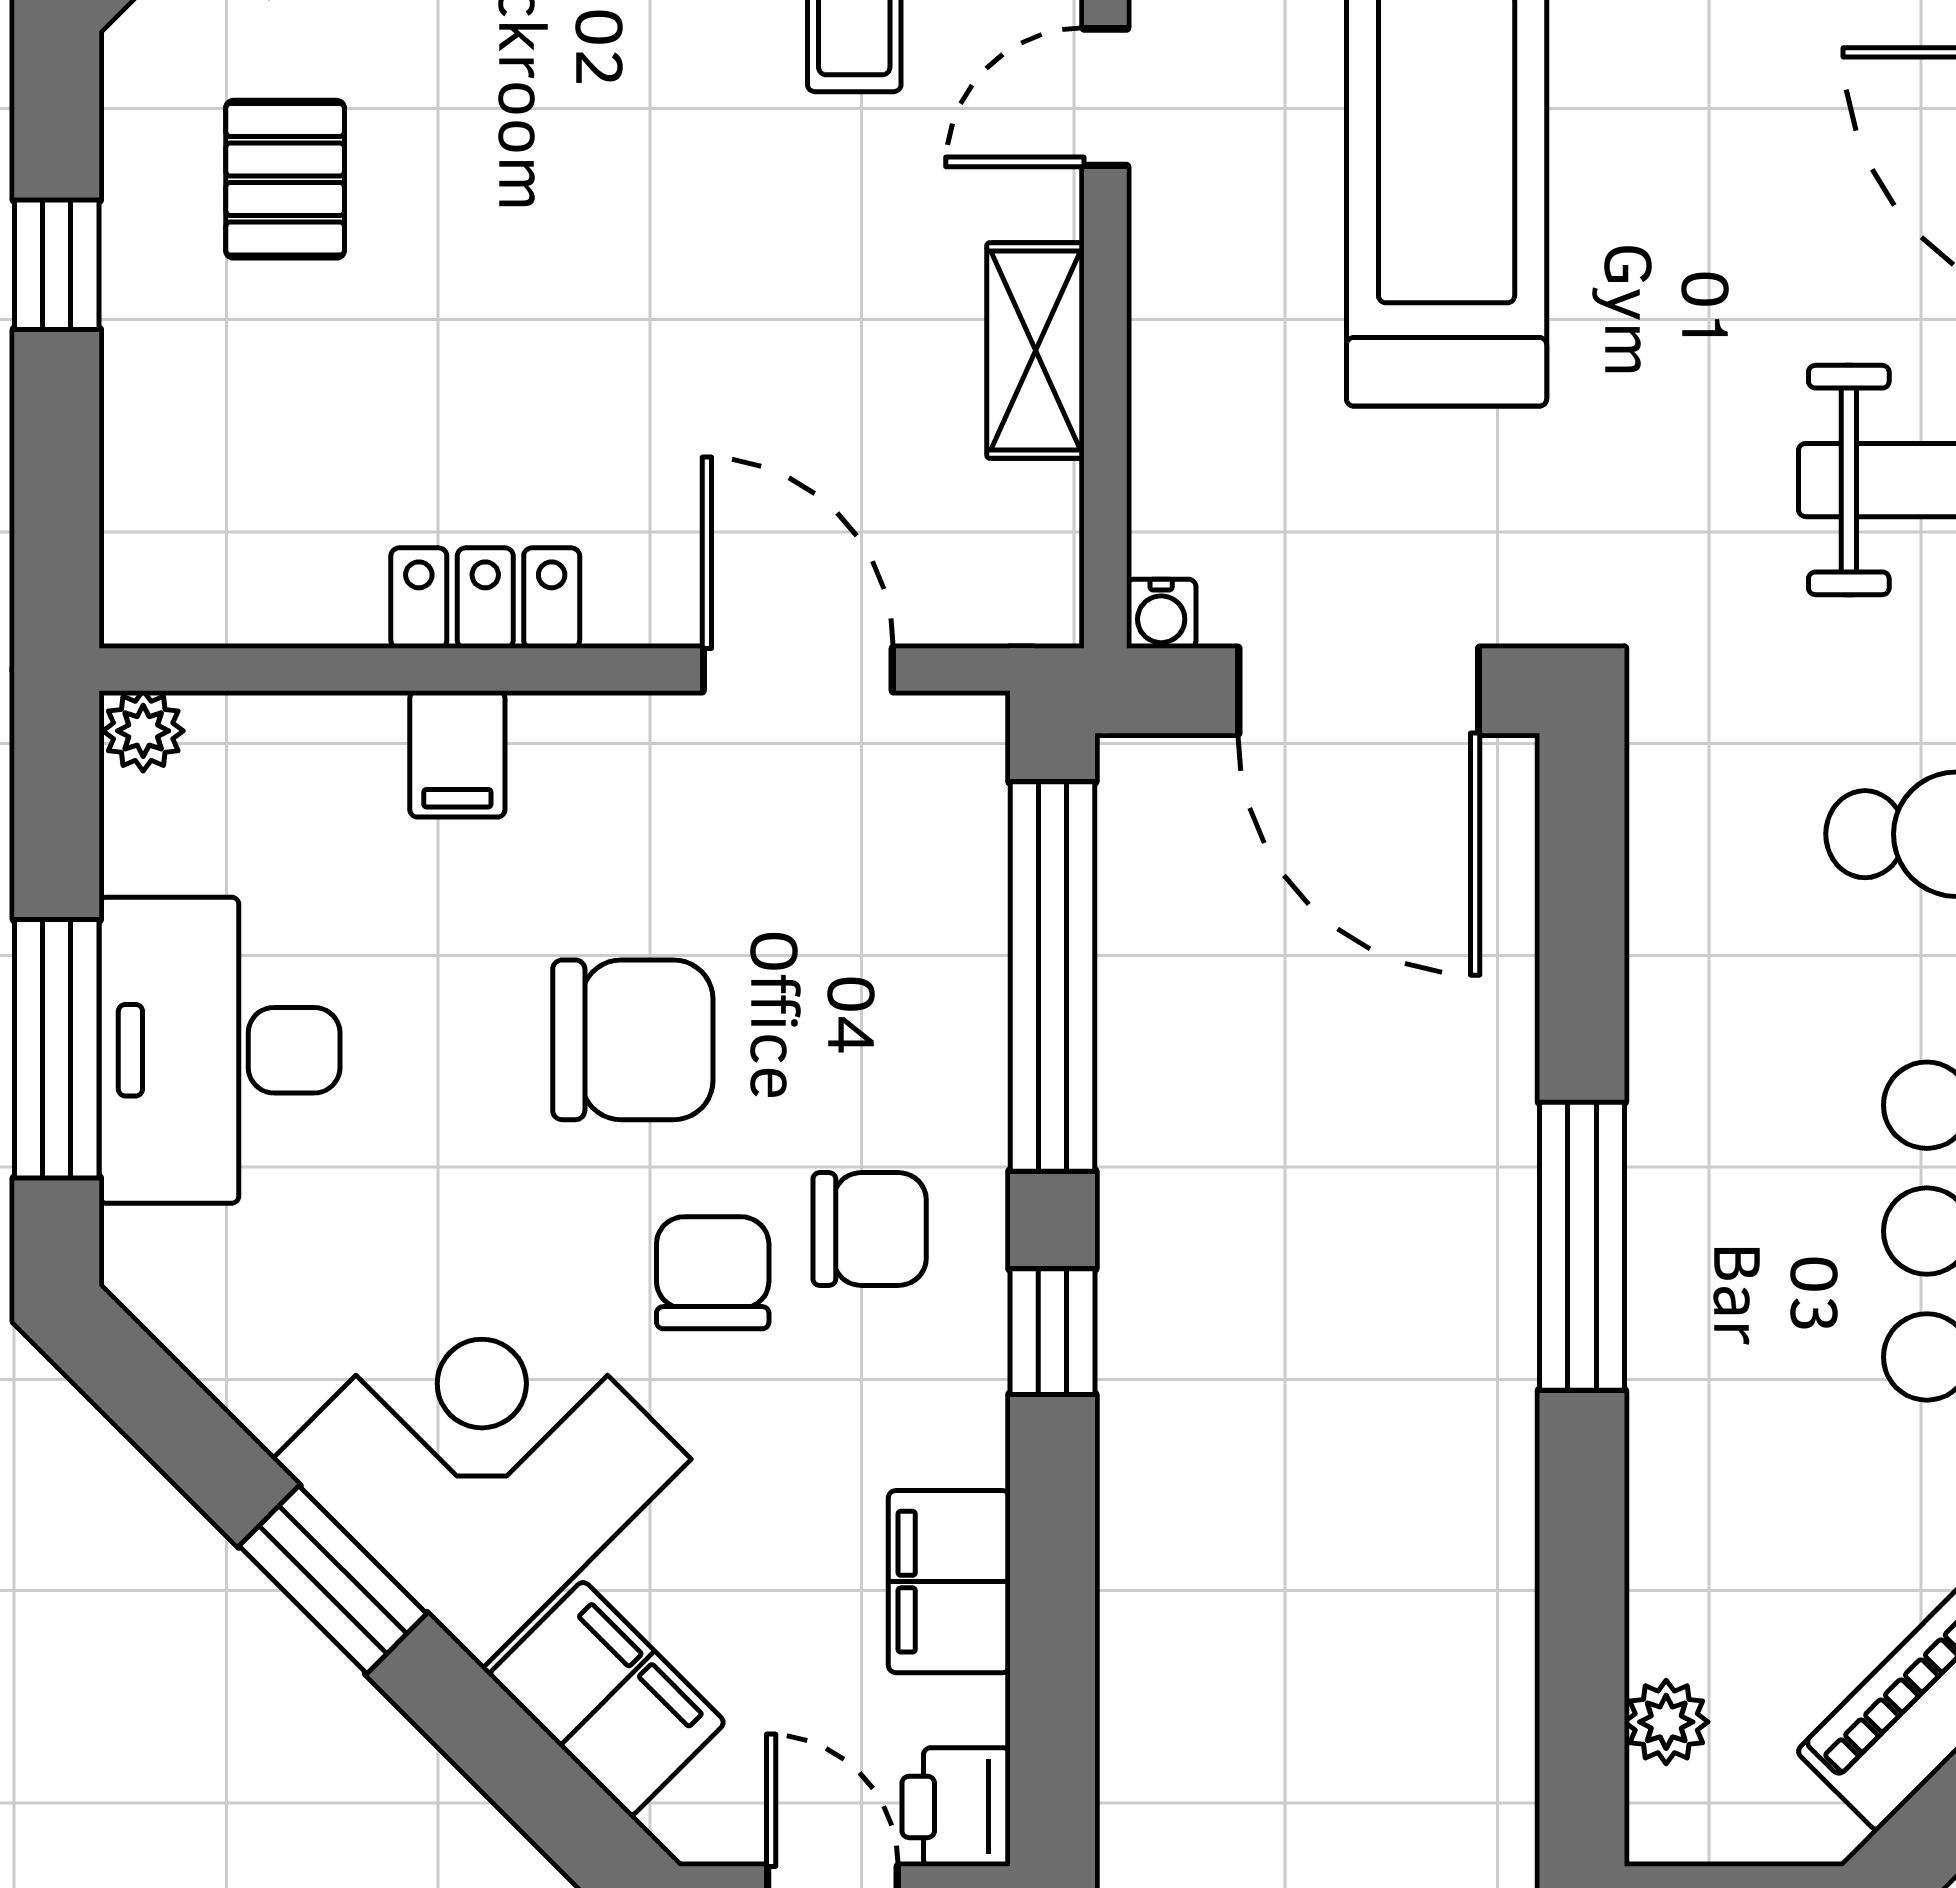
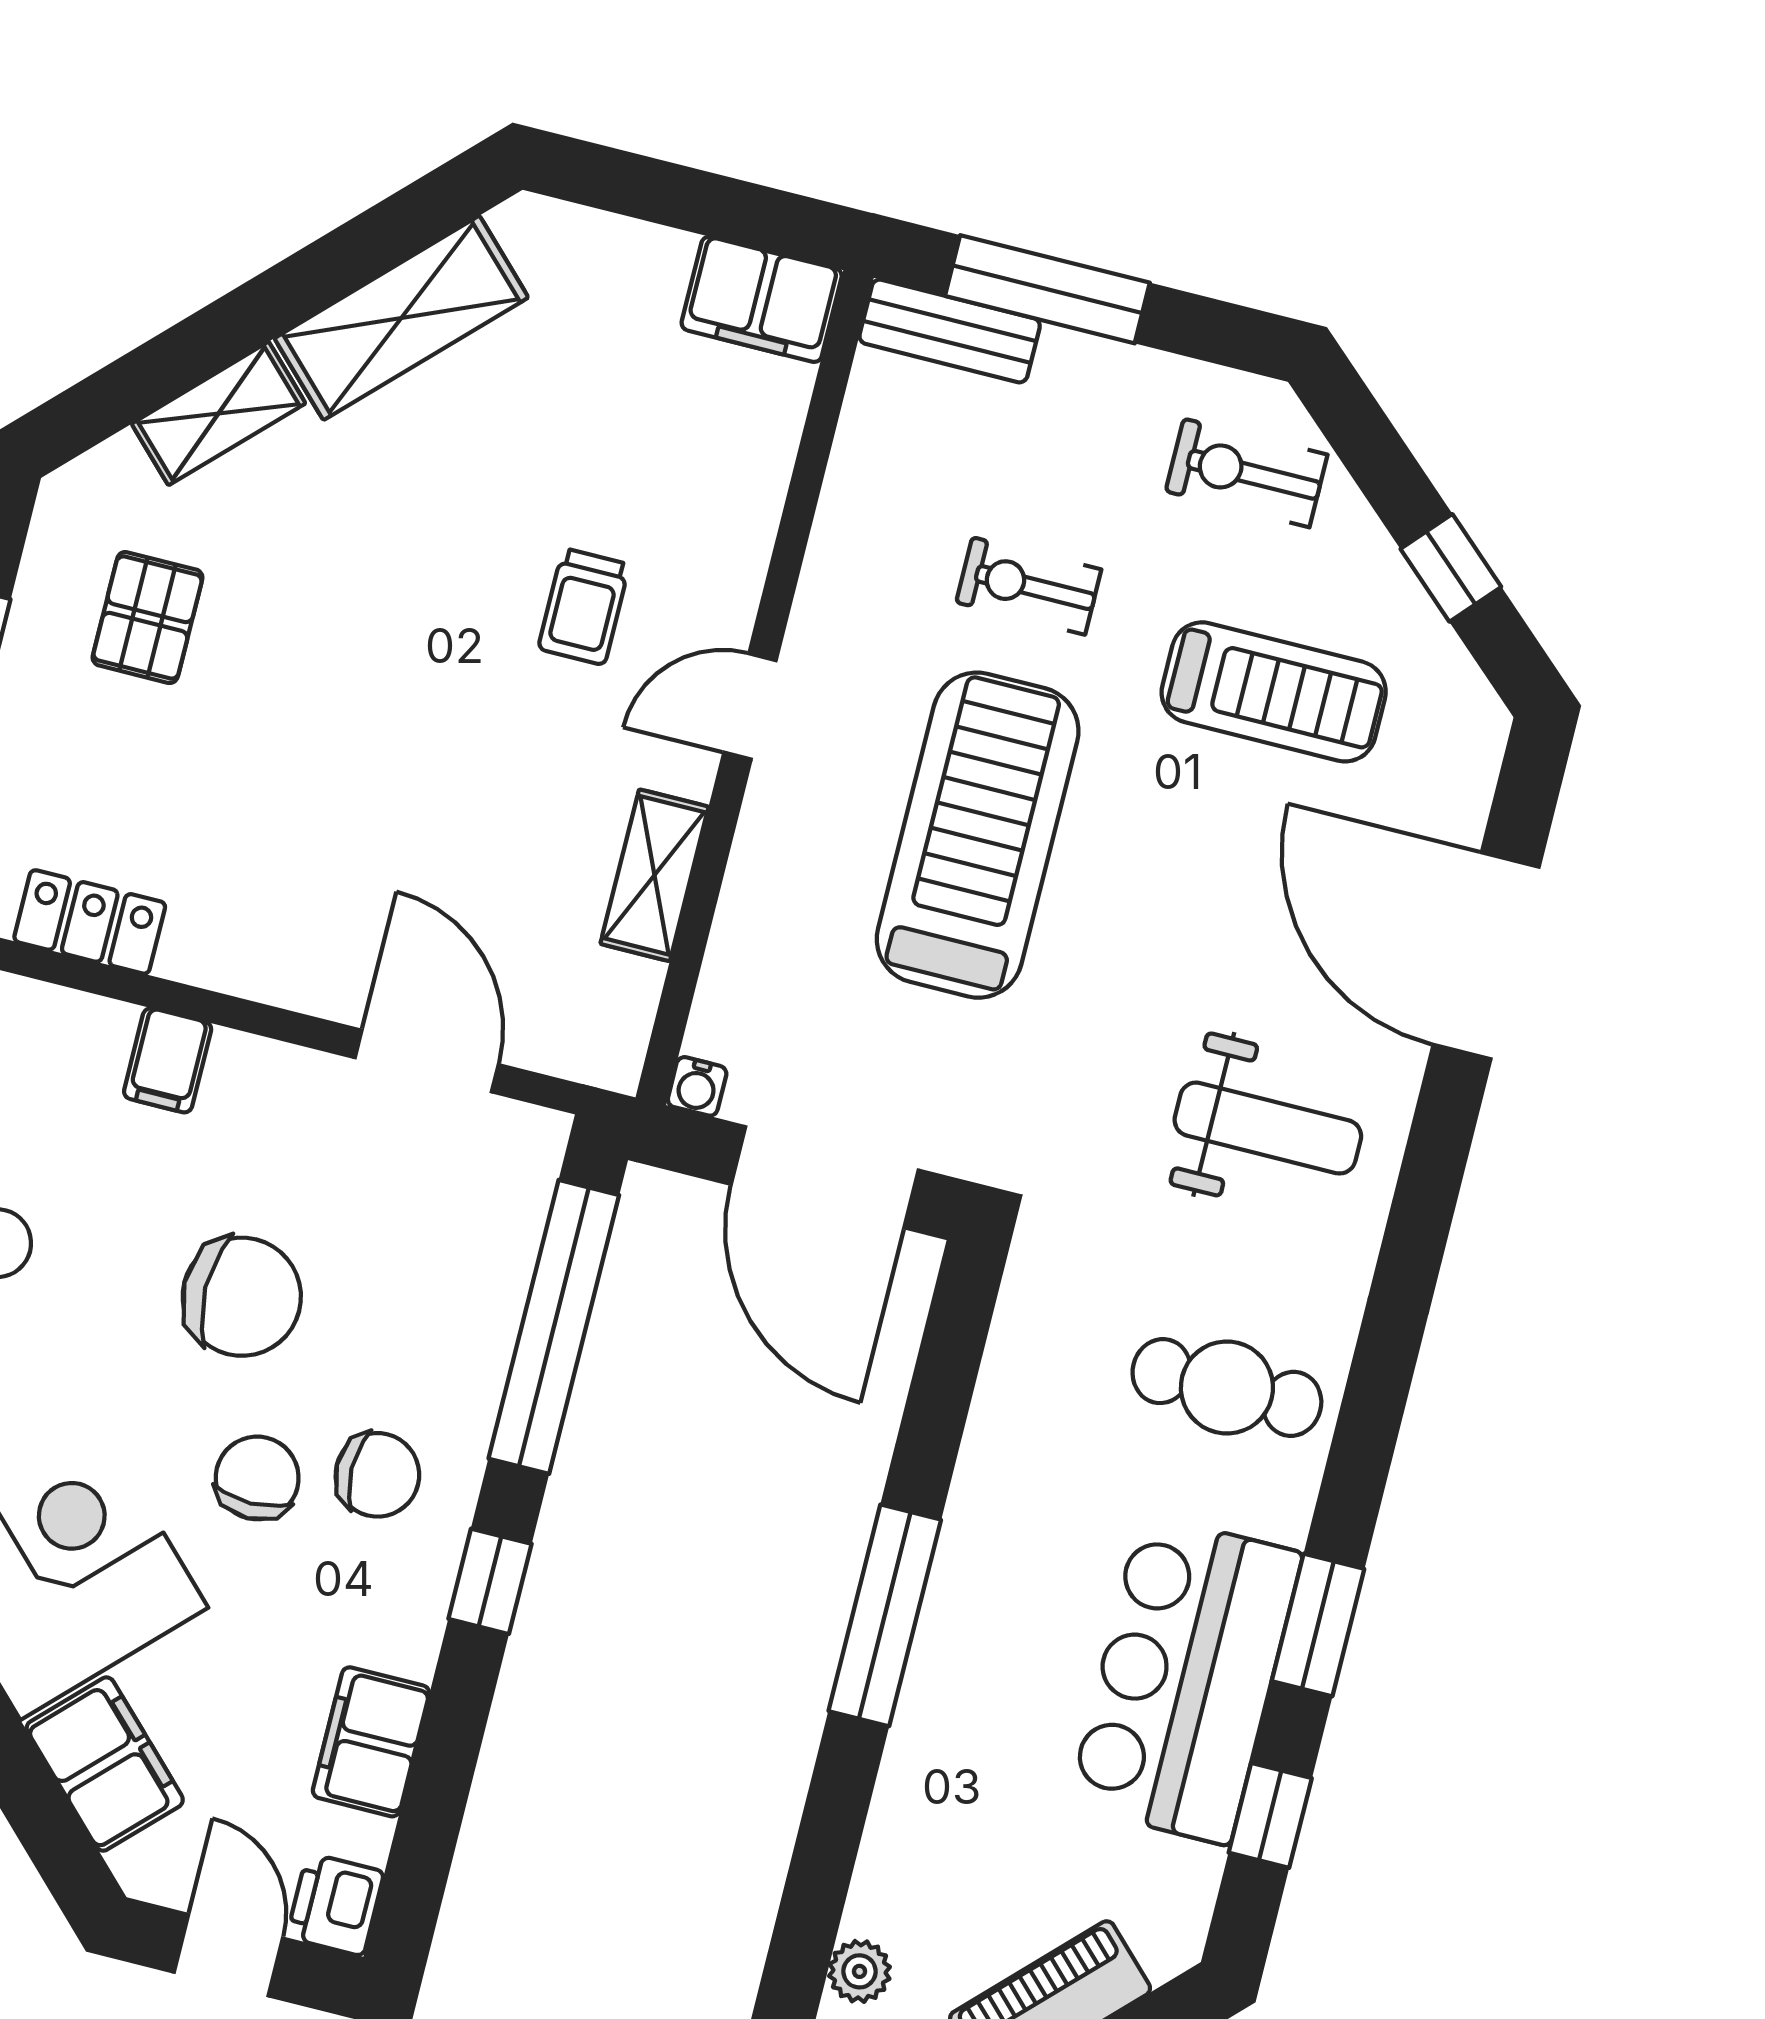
locker: (485, 598) -> (90, 922), moved

